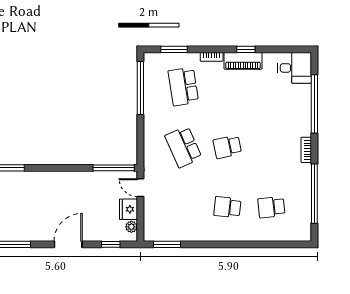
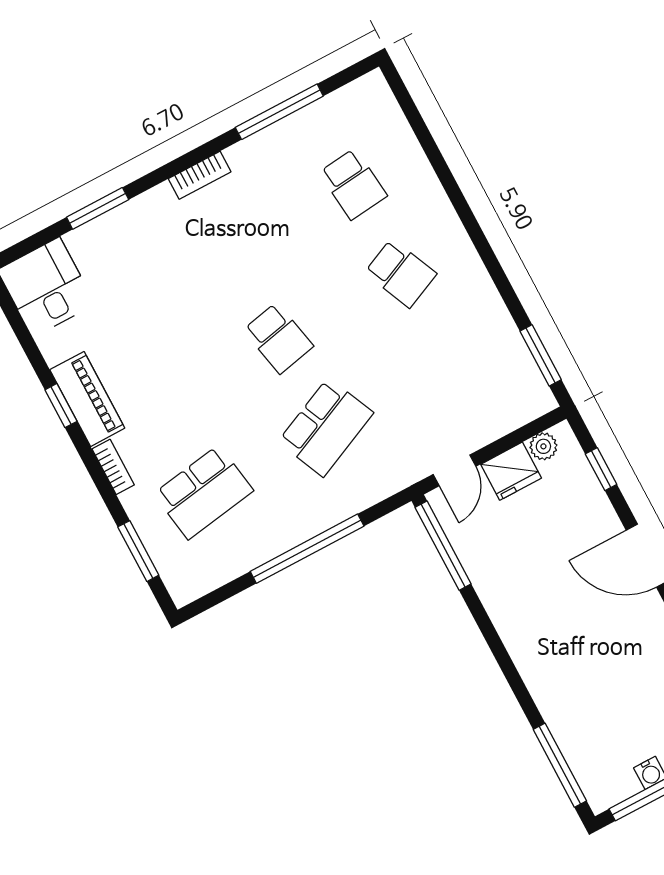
window: (140, 88) -> (307, 549), moved
window: (314, 104) -> (98, 208), width x0.47
window: (314, 194) -> (279, 112), width x0.68
school desk: (227, 207) -> (400, 273), turned -30

